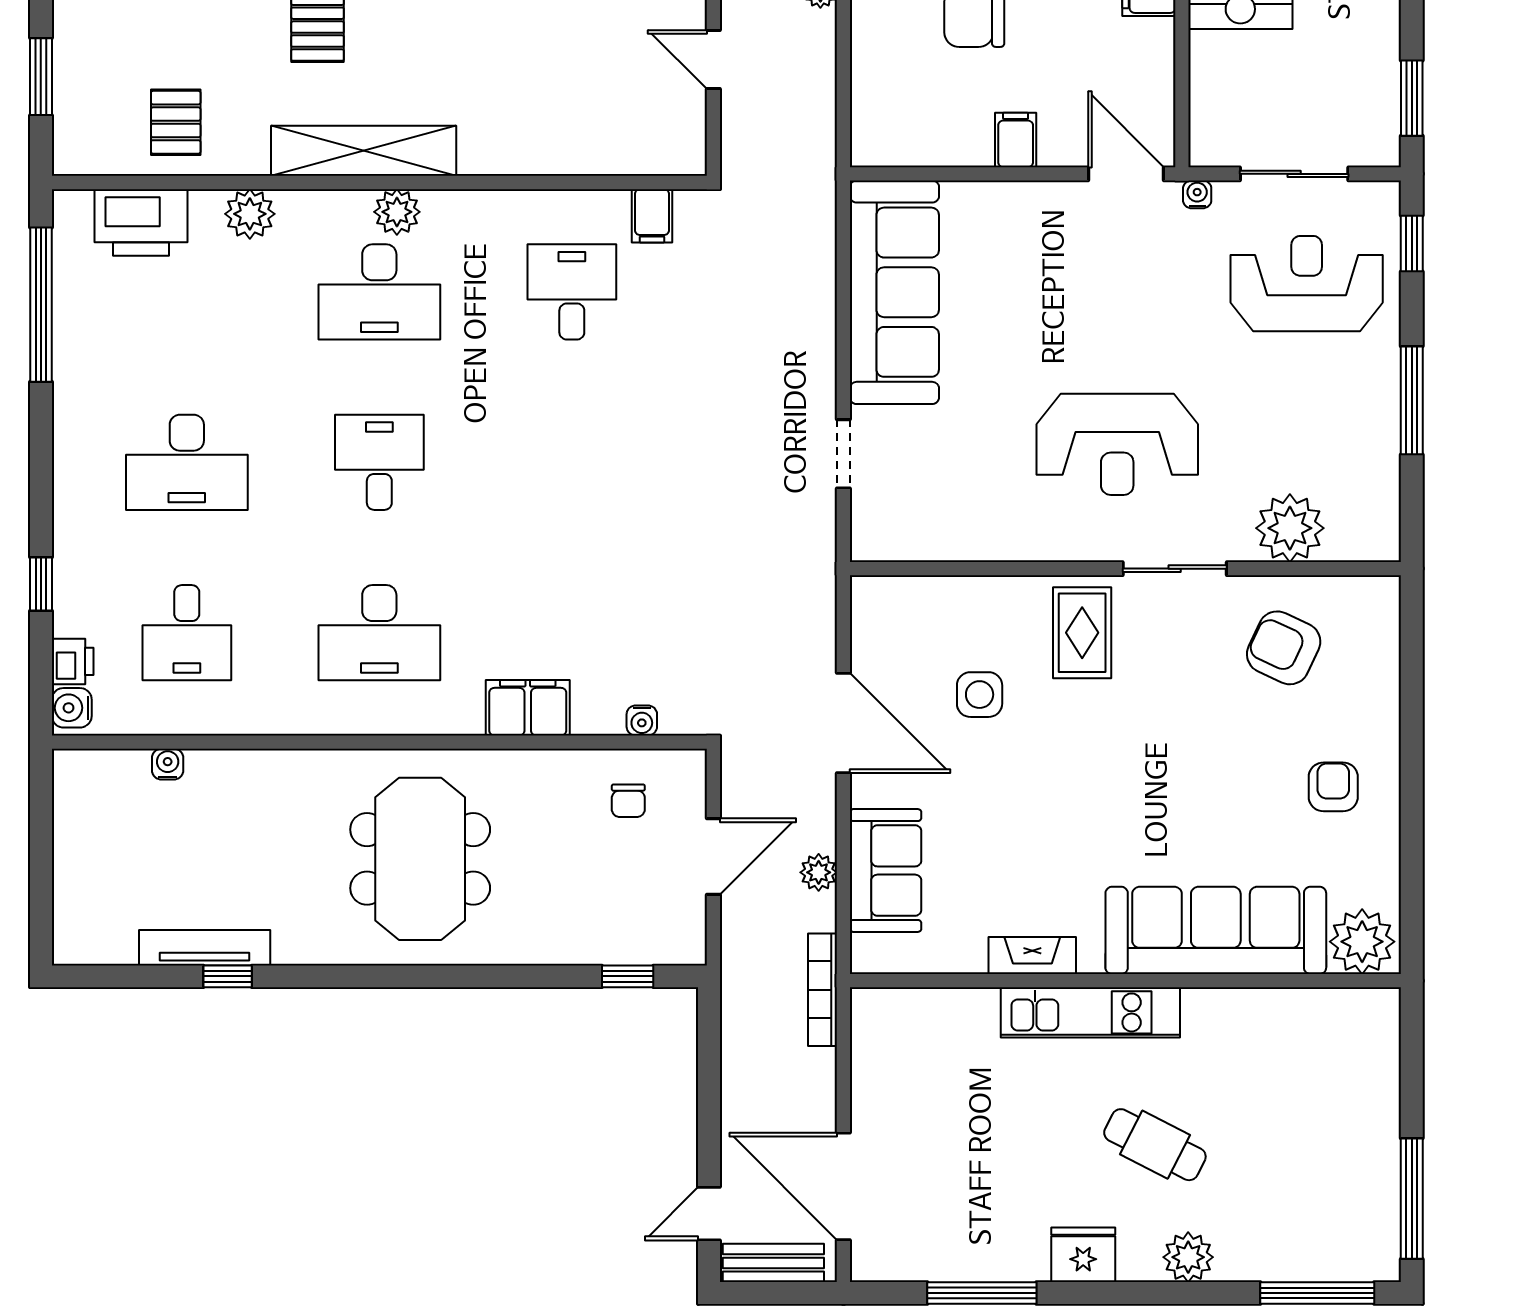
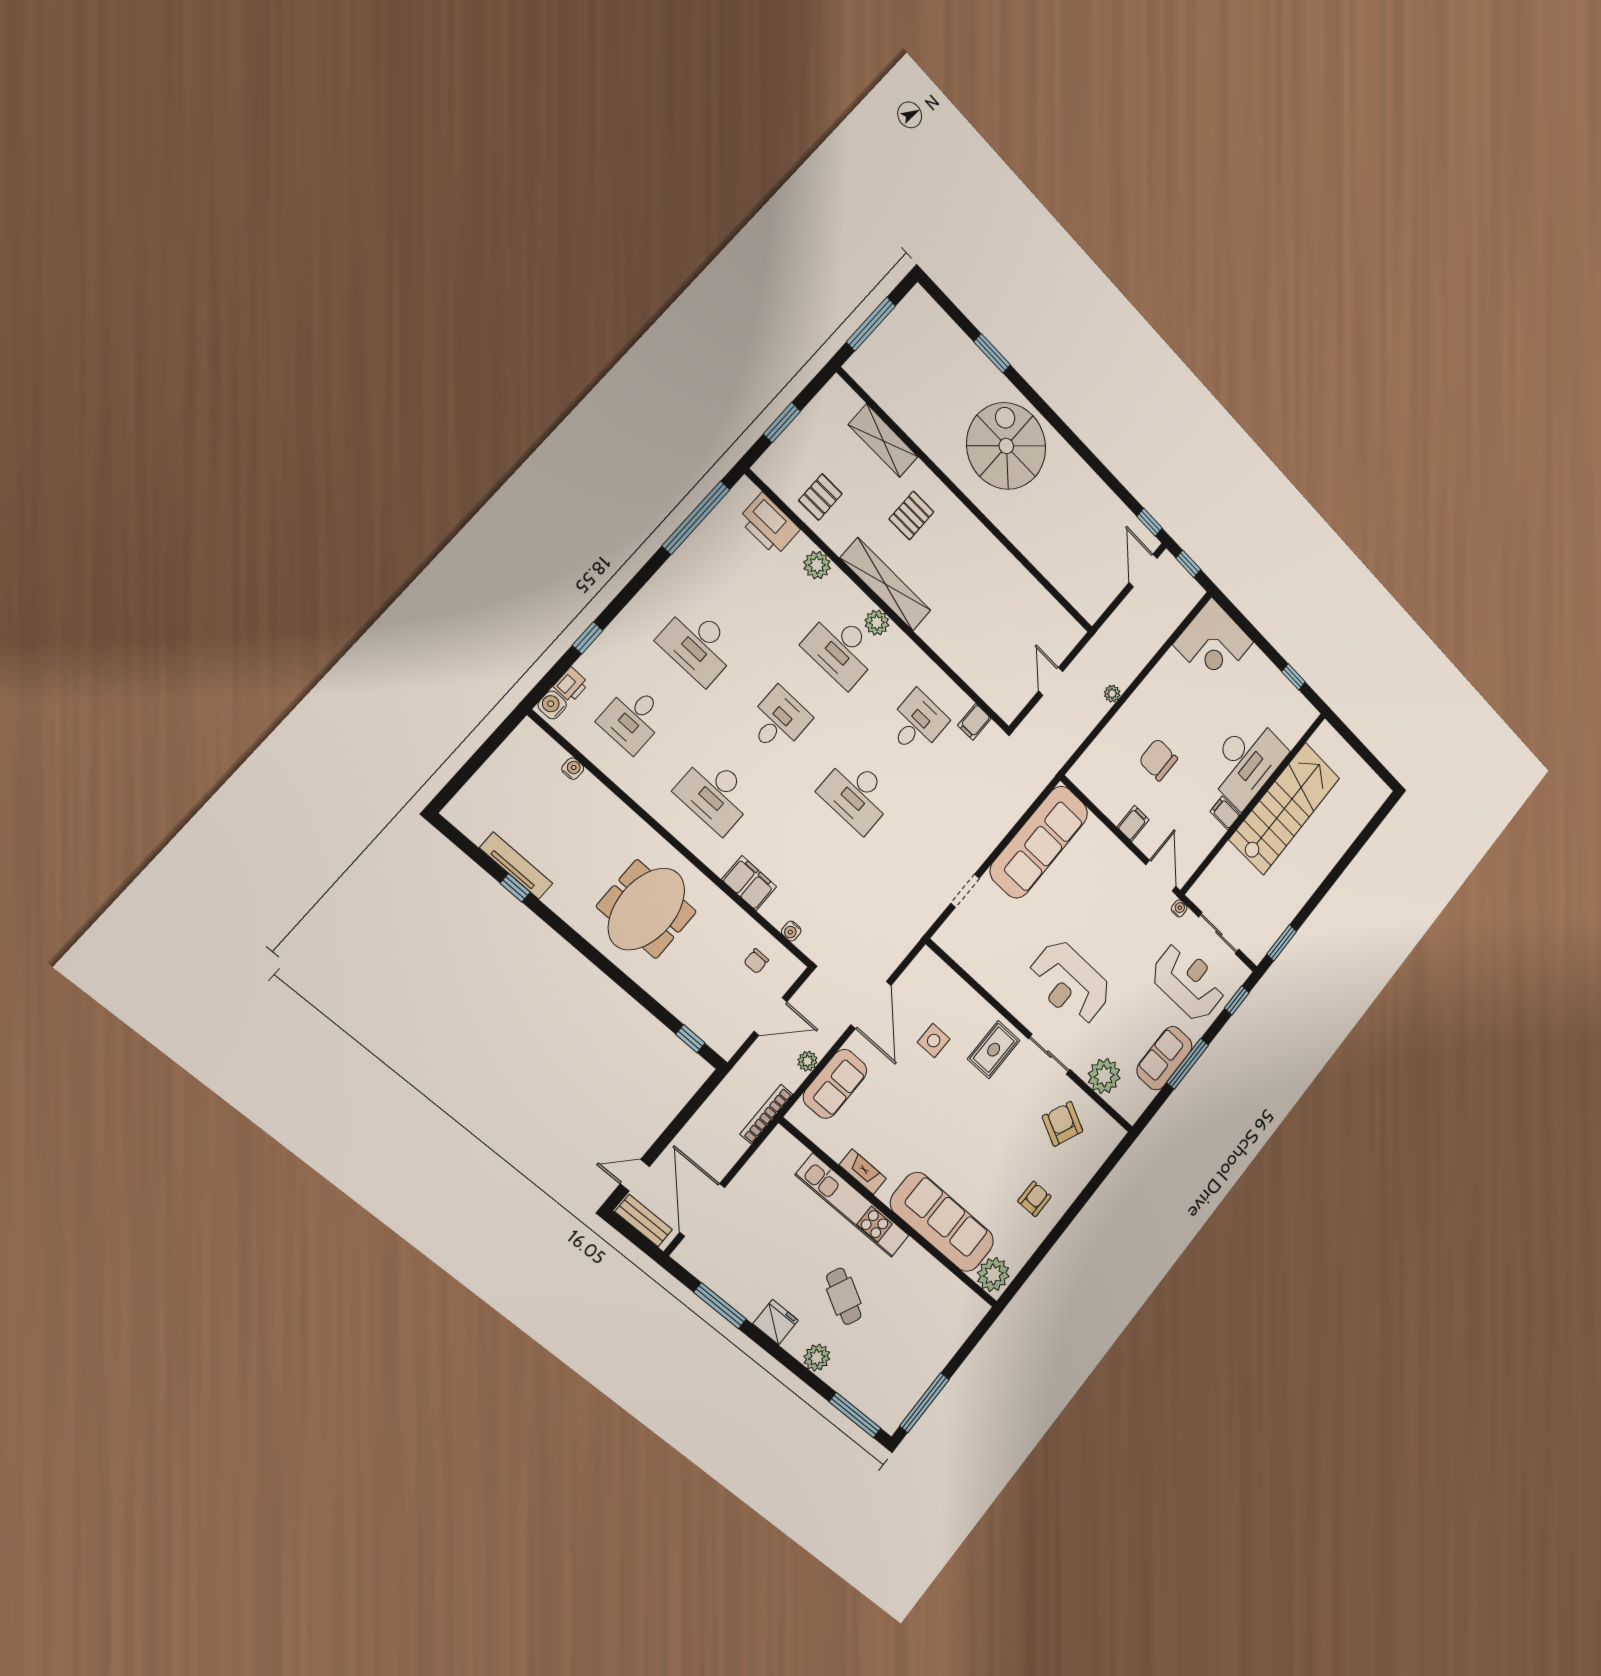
sofa: (1366, 424) -> (1164, 1058), added
desk: (572, 462) -> (857, 794), added
kitchen unit: (1090, 1012) -> (852, 1205), width x1.36

